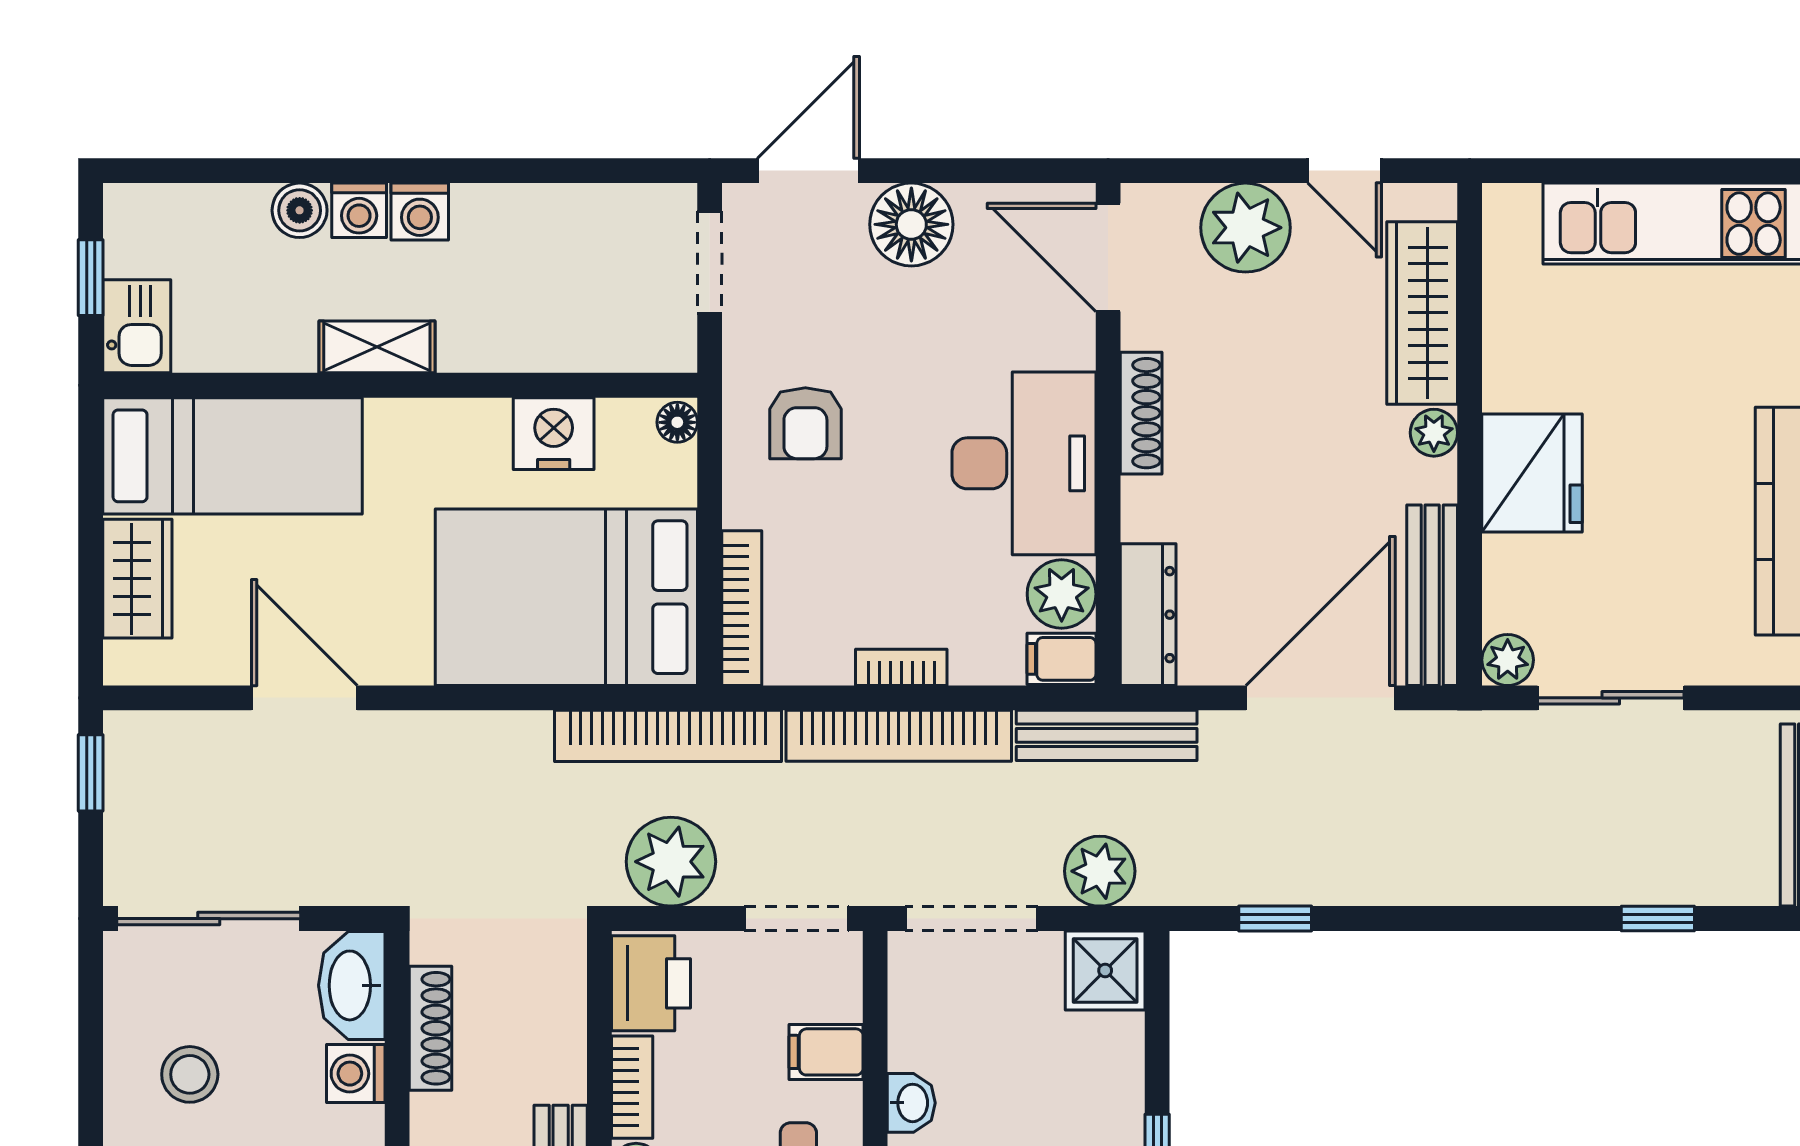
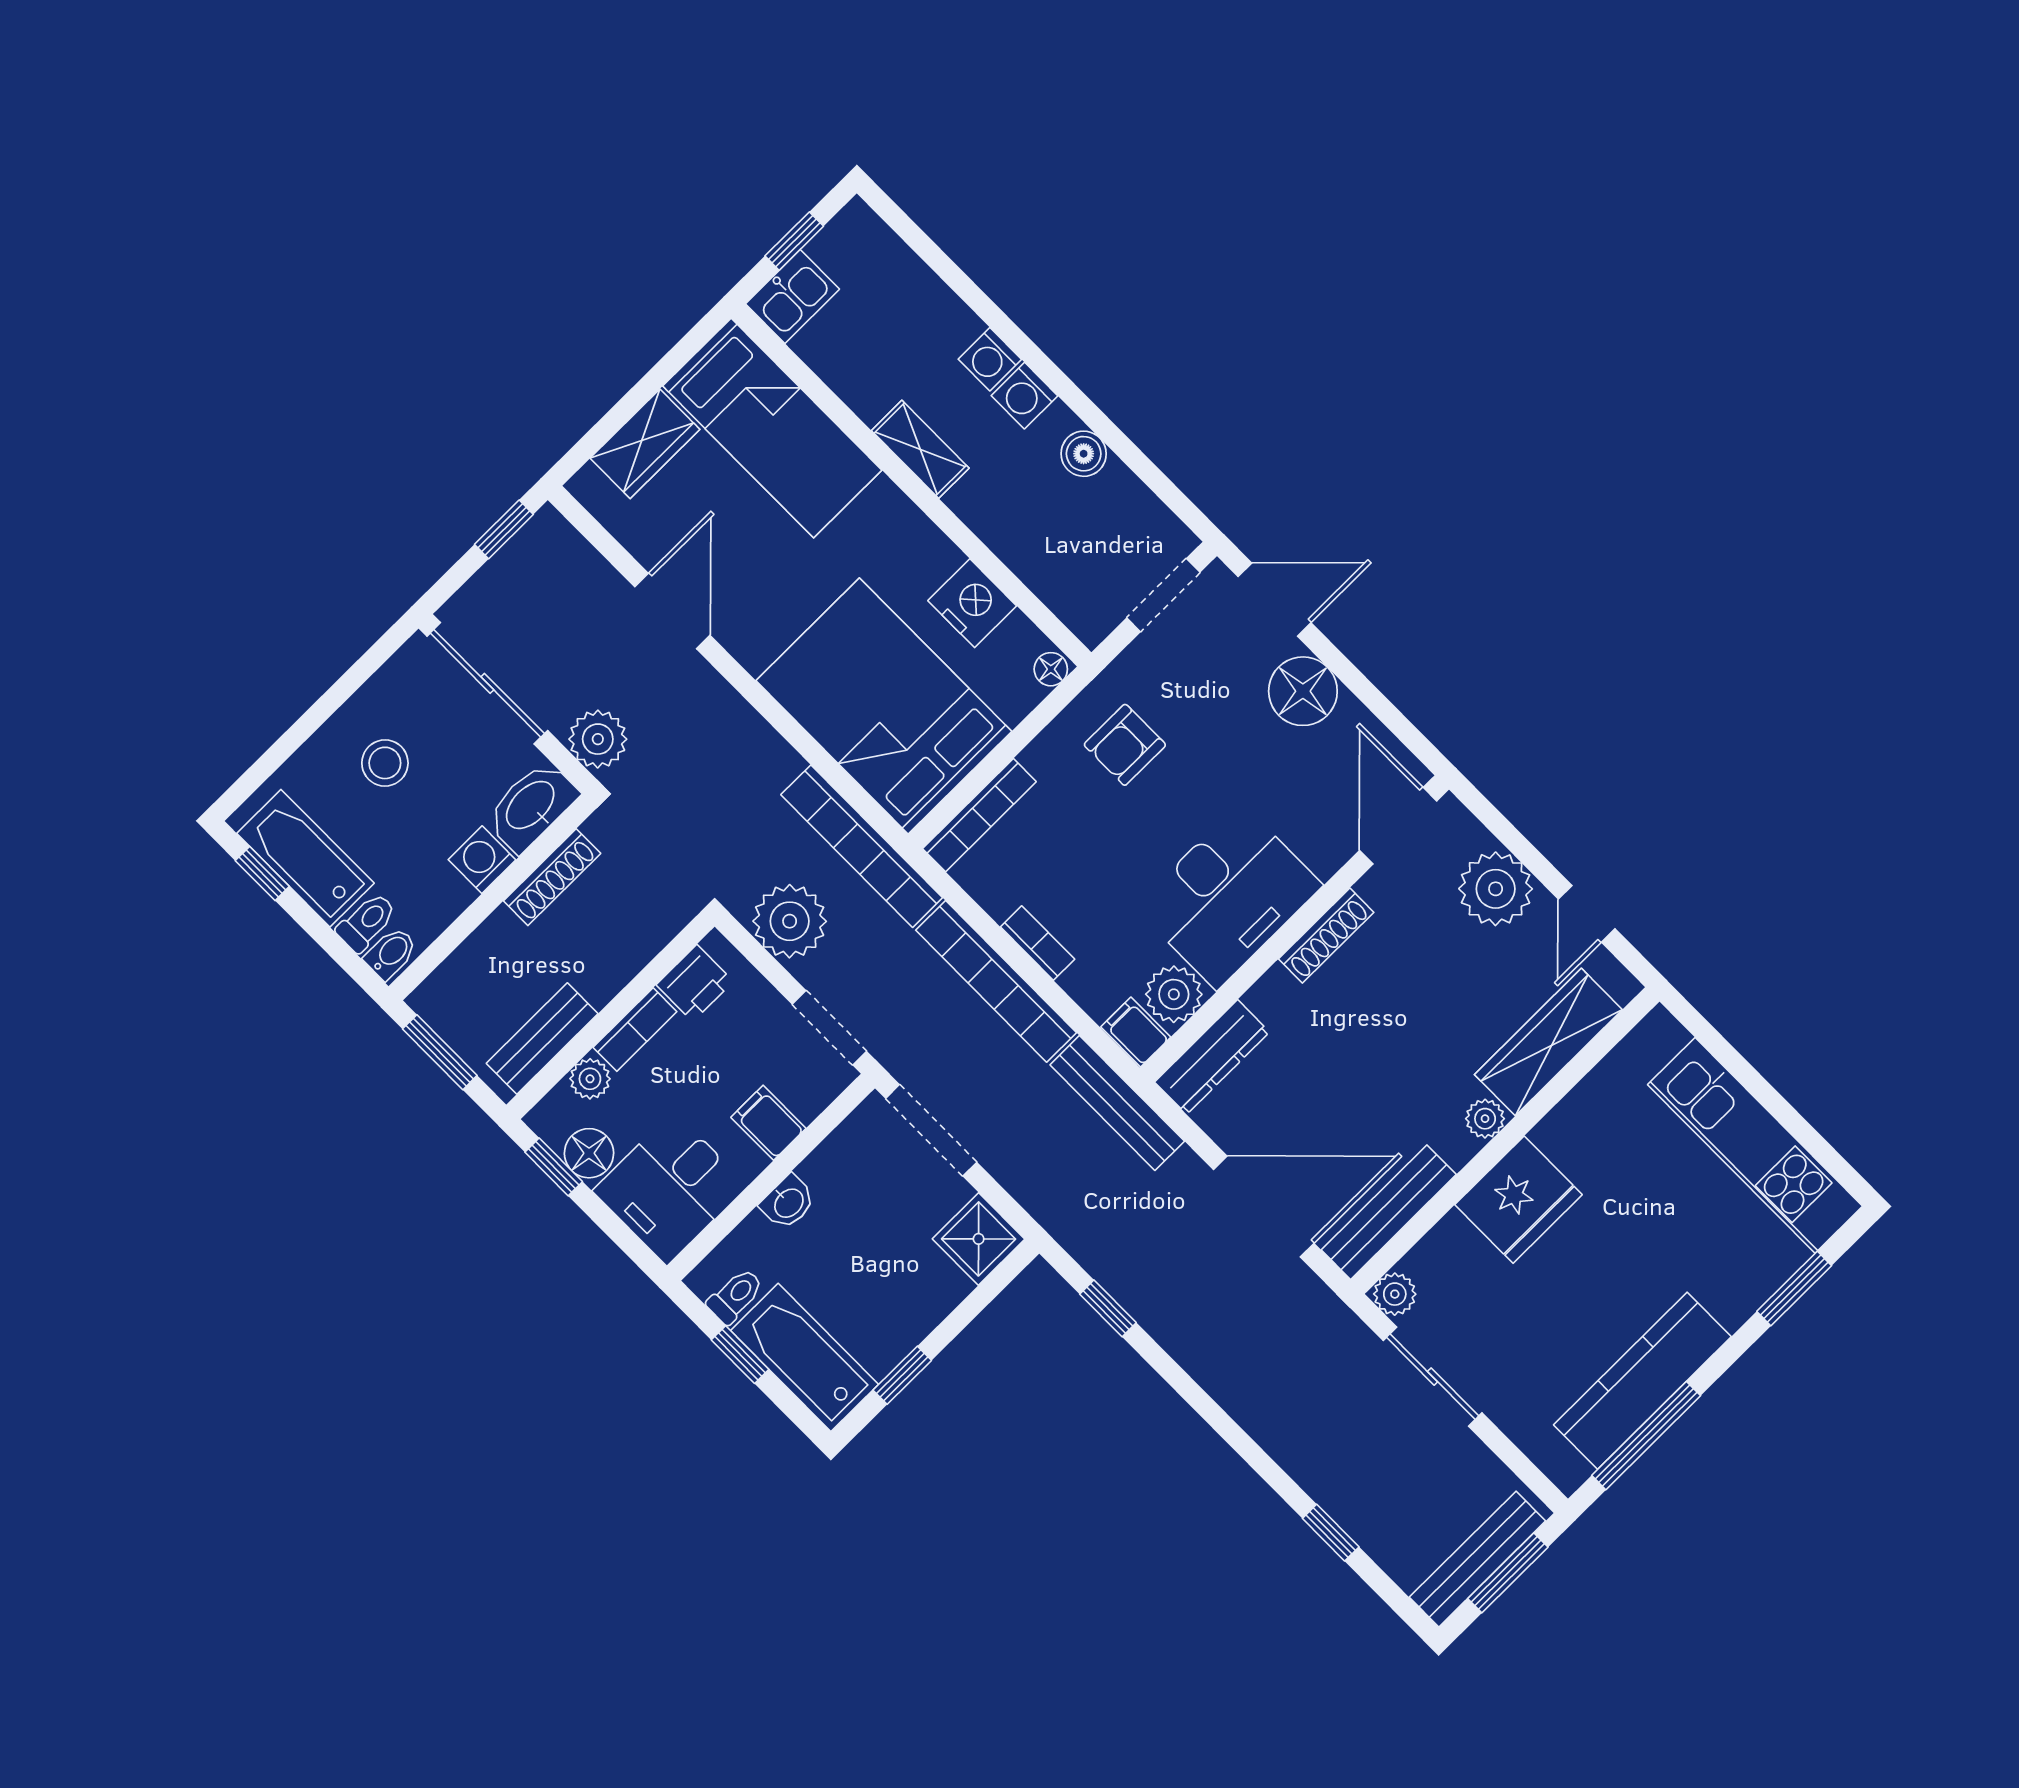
boiler: (300, 210) -> (1084, 454), moved
plant: (1100, 871) -> (598, 739), moved
printer: (651, 983) -> (695, 983), width x0.73, depth x0.81

